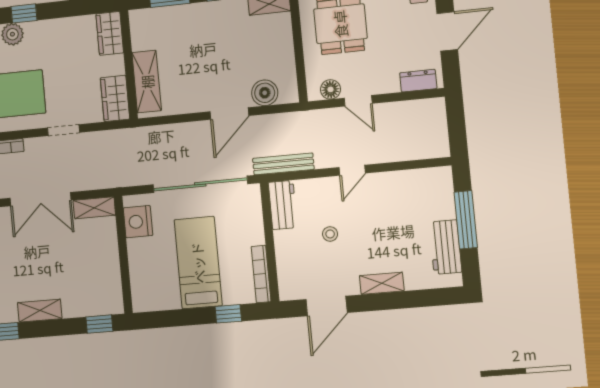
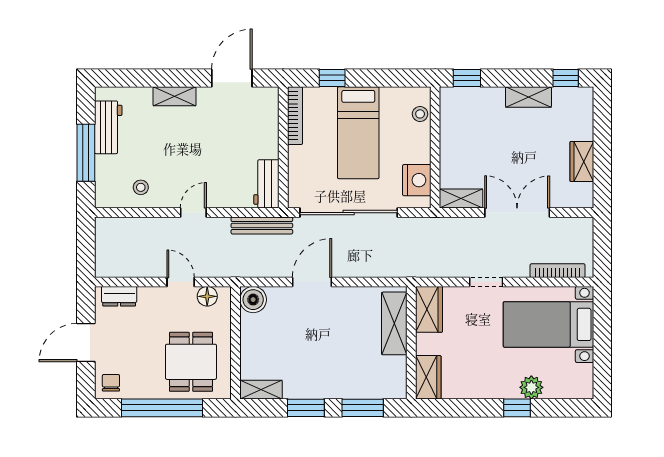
boiler: (265, 93) -> (253, 300), moved
stool: (330, 234) -> (141, 187), moved
stool: (141, 286) -> (420, 114), added

